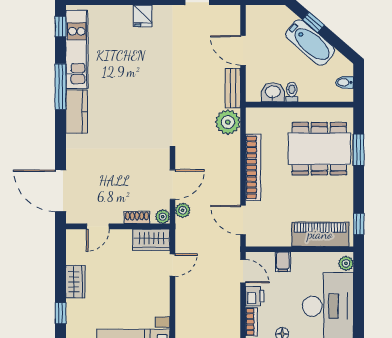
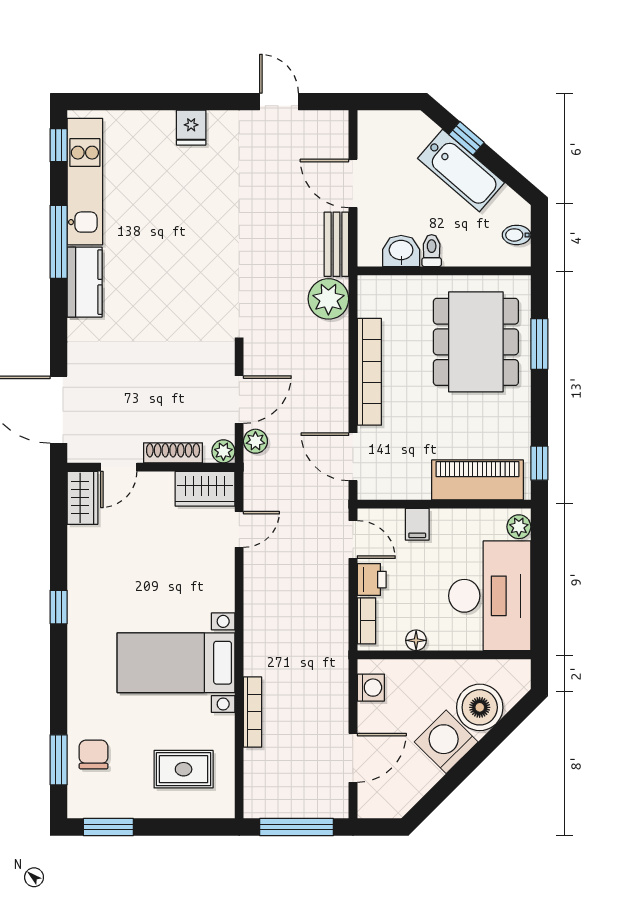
dining table: (319, 149) -> (476, 342), turned 90
shoe rack: (137, 218) -> (173, 453), width x1.43
wardrobe: (75, 282) -> (82, 498), moved

